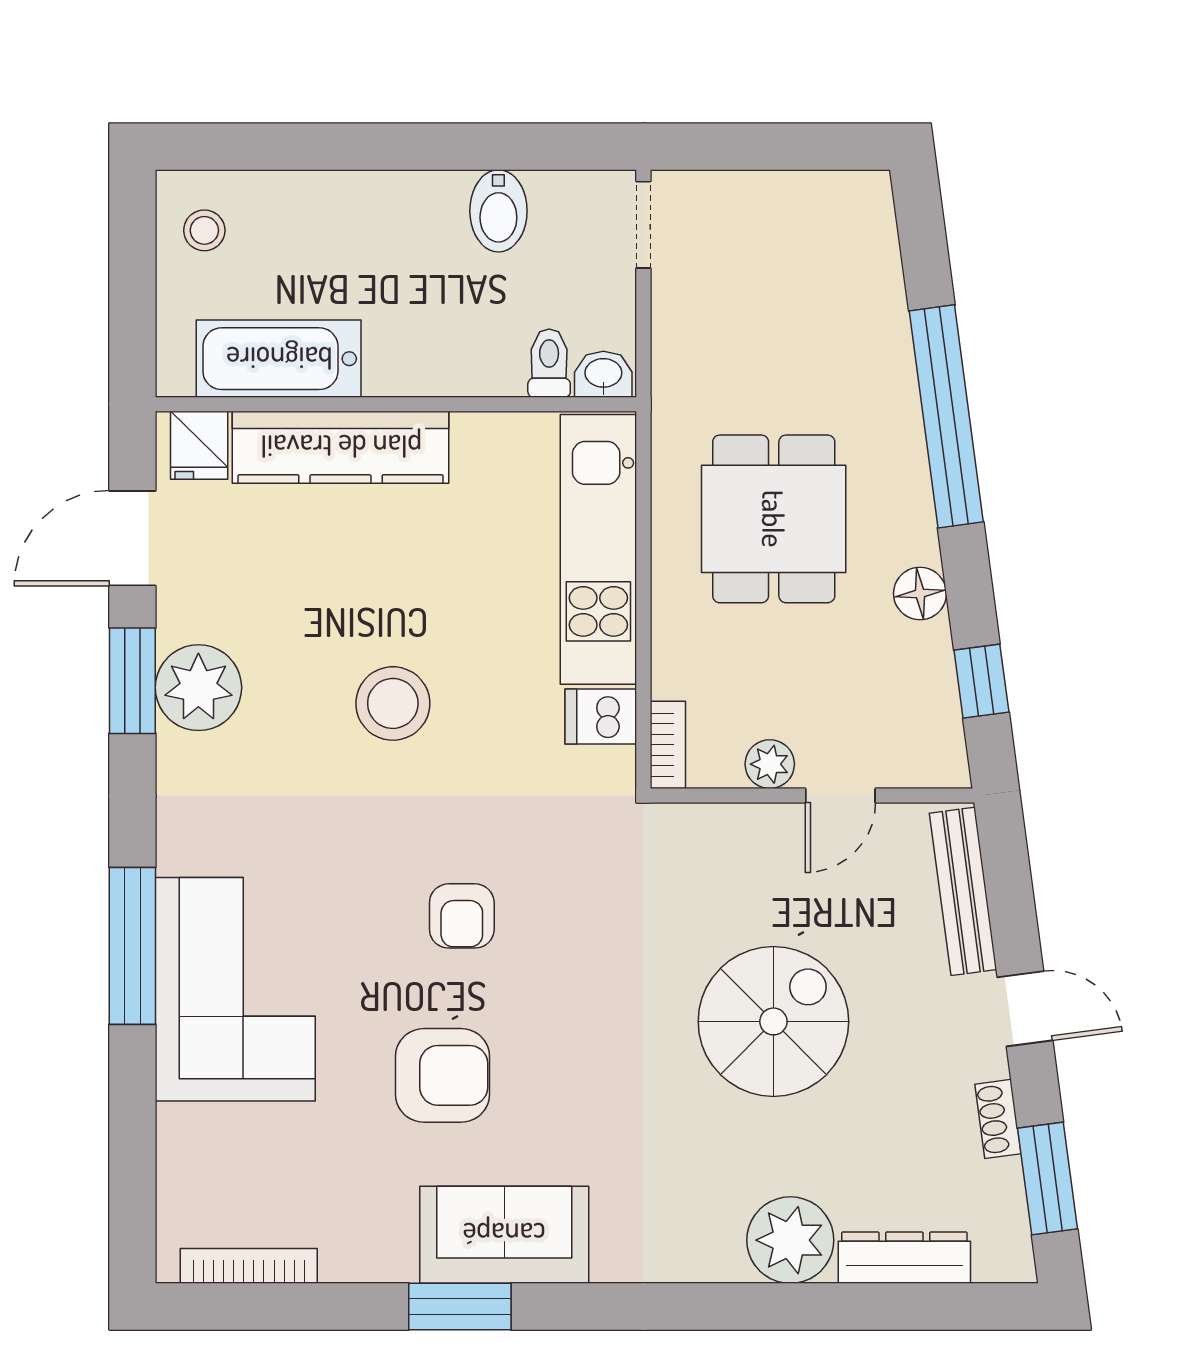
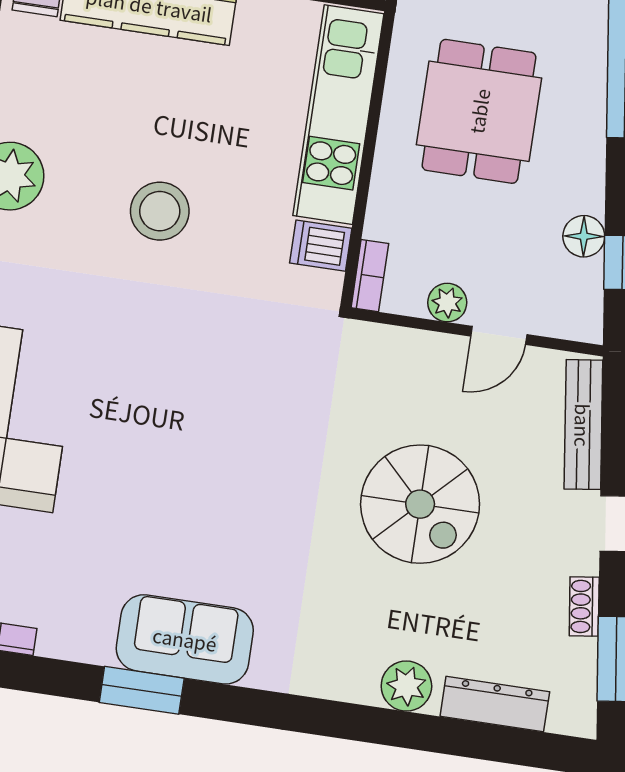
floor lamp: (920, 594) -> (584, 236), moved
armchair: (462, 916) -> (189, 385), removed
spiral stairs: (773, 1021) -> (420, 504), turned 90
armchair: (442, 1075) -> (155, 508), removed
plant: (790, 1240) -> (406, 686), width x0.73, depth x0.73

